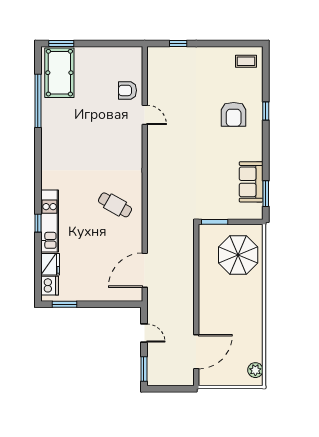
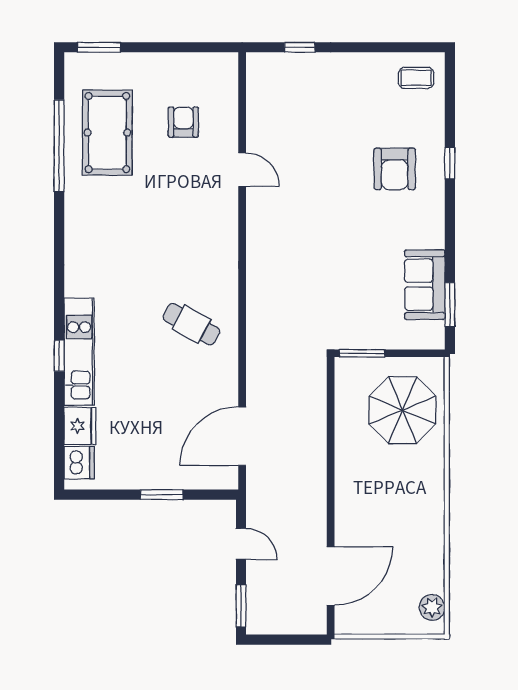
pool table: (59, 73) -> (107, 133), moved
armchair: (127, 90) -> (183, 122), moved, turned 90
window: (64, 304) -> (162, 495), moved

